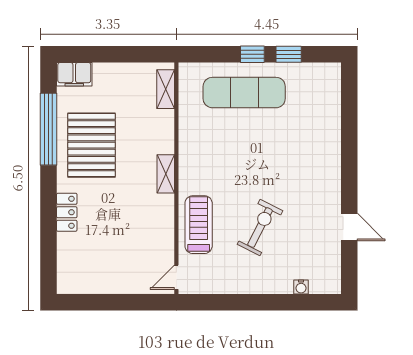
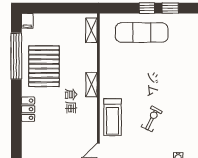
filing cabinet: (74, 74) -> (27, 21), width x0.50
treadmill: (199, 225) -> (112, 117), turned 180
exercise bike: (260, 228) -> (152, 119), width x0.73, depth x0.72

